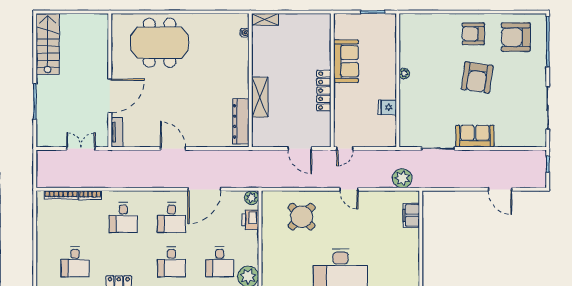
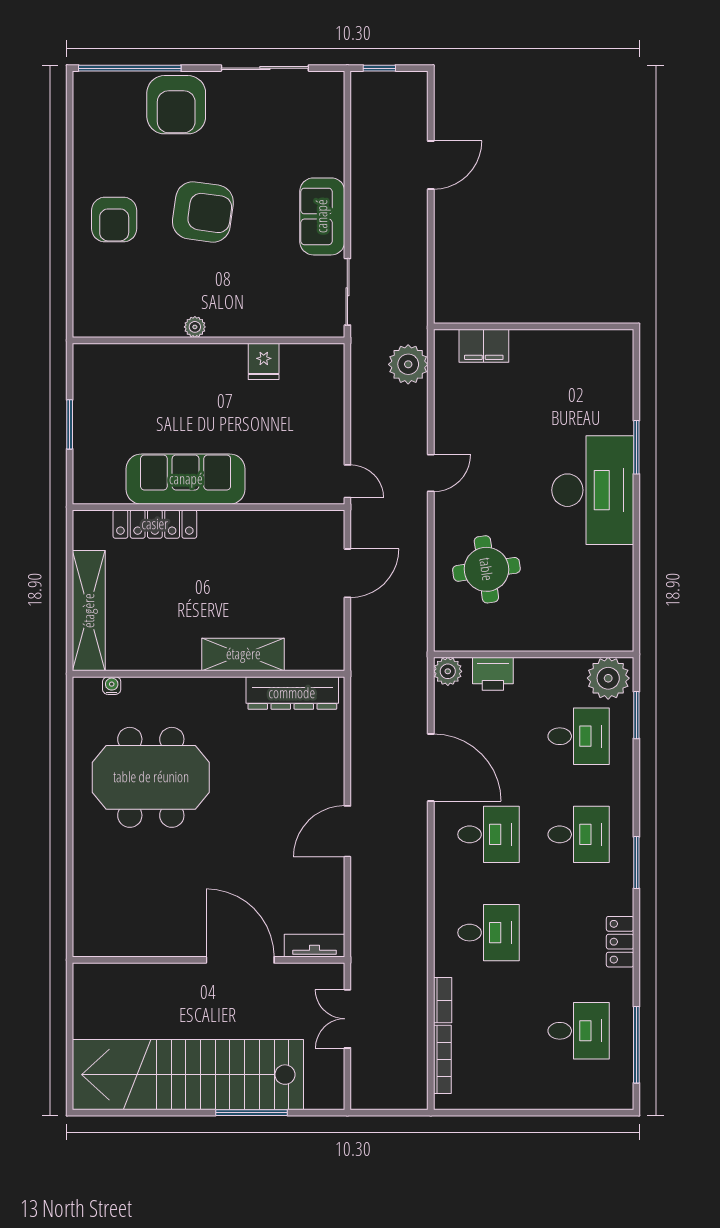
shelving: (265, 19) -> (89, 611), width x2.20, depth x1.33
armchair: (516, 37) -> (176, 105), moved
meeting table: (160, 43) -> (151, 777), moved, turned 90
stairs: (48, 44) -> (188, 1075), width x1.86, depth x1.51
sofa: (346, 61) -> (186, 479), width x1.36
plant: (404, 73) -> (195, 327), moved
wall: (398, 80) -> (209, 340), moved
locker: (324, 91) -> (155, 524), moved
fridge: (387, 107) -> (264, 361), moved
round table: (302, 217) -> (486, 569), turned 37

